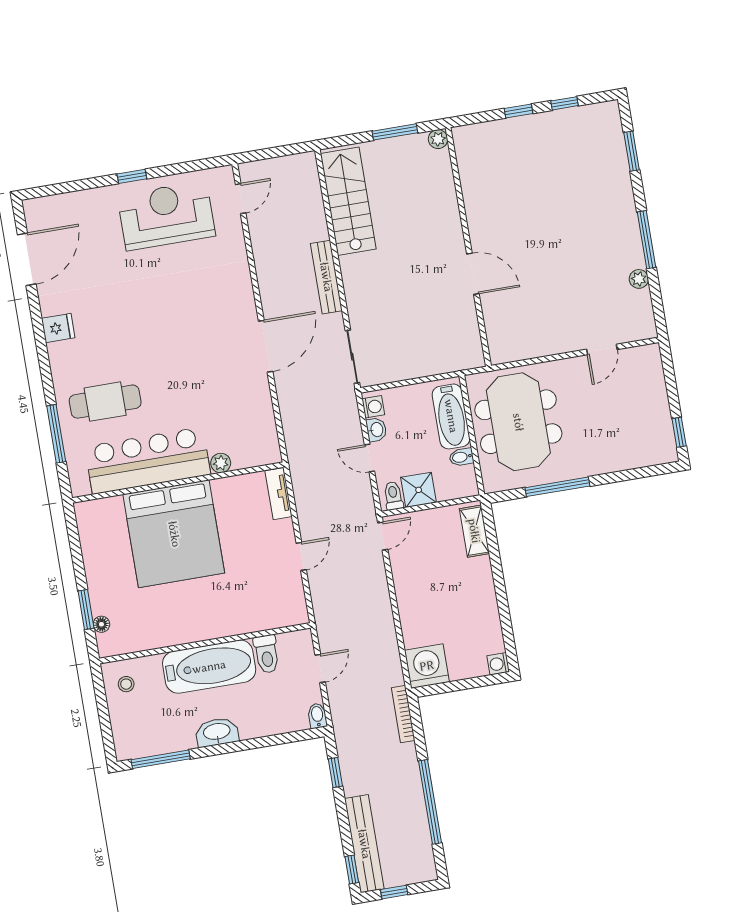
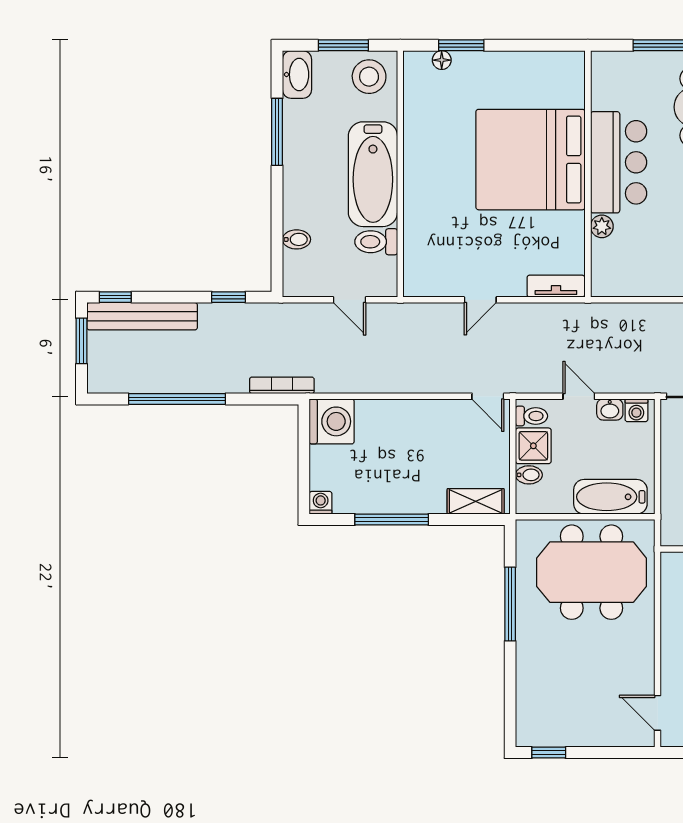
door: (602, 349) -> (657, 713), moved
bidet: (461, 457) -> (529, 475), moved, turned 90
door: (370, 458) -> (579, 396), hinge flipped
bar counter: (148, 461) -> (619, 162), width x0.73
door: (301, 556) -> (480, 300), hinge flipped
window: (502, 601) -> (392, 519), added
stool: (126, 684) -> (369, 77), width x1.89, depth x1.89
window: (103, 711) -> (343, 45), added
bidet: (317, 716) -> (296, 239), moved
washbasin: (217, 732) -> (297, 75), moved
window: (161, 759) -> (277, 132), moved
window: (394, 892) -> (82, 341), width x1.50

